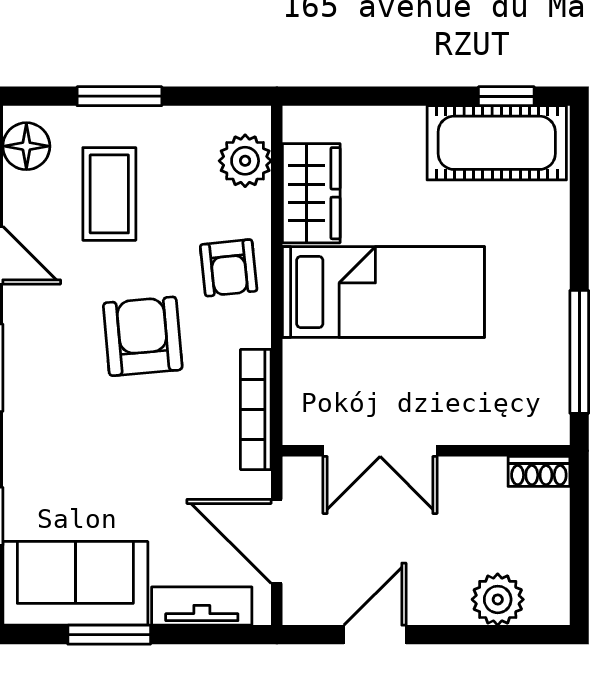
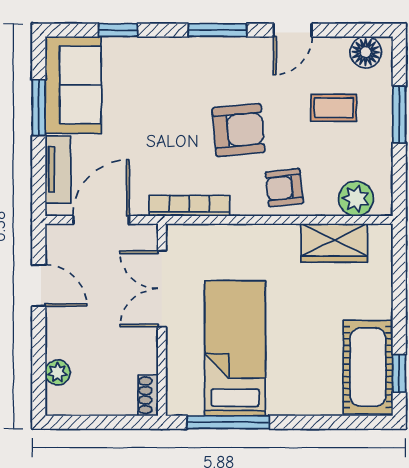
coffee table: (109, 194) -> (334, 108), width x0.73, depth x0.77
bed: (383, 292) -> (235, 348), moved, turned 180
plant: (498, 599) -> (58, 372), width x0.73, depth x0.73

